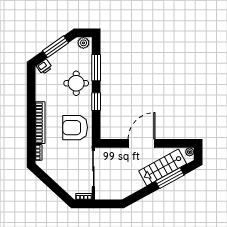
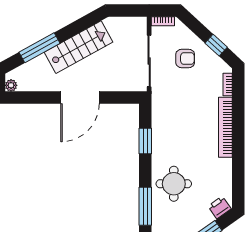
window: (96, 102) -> (145, 141), moved
armchair: (75, 128) -> (185, 58), moved, width x0.53, depth x0.53
stairs: (163, 167) -> (78, 47), moved
window: (47, 180) -> (216, 45), added

